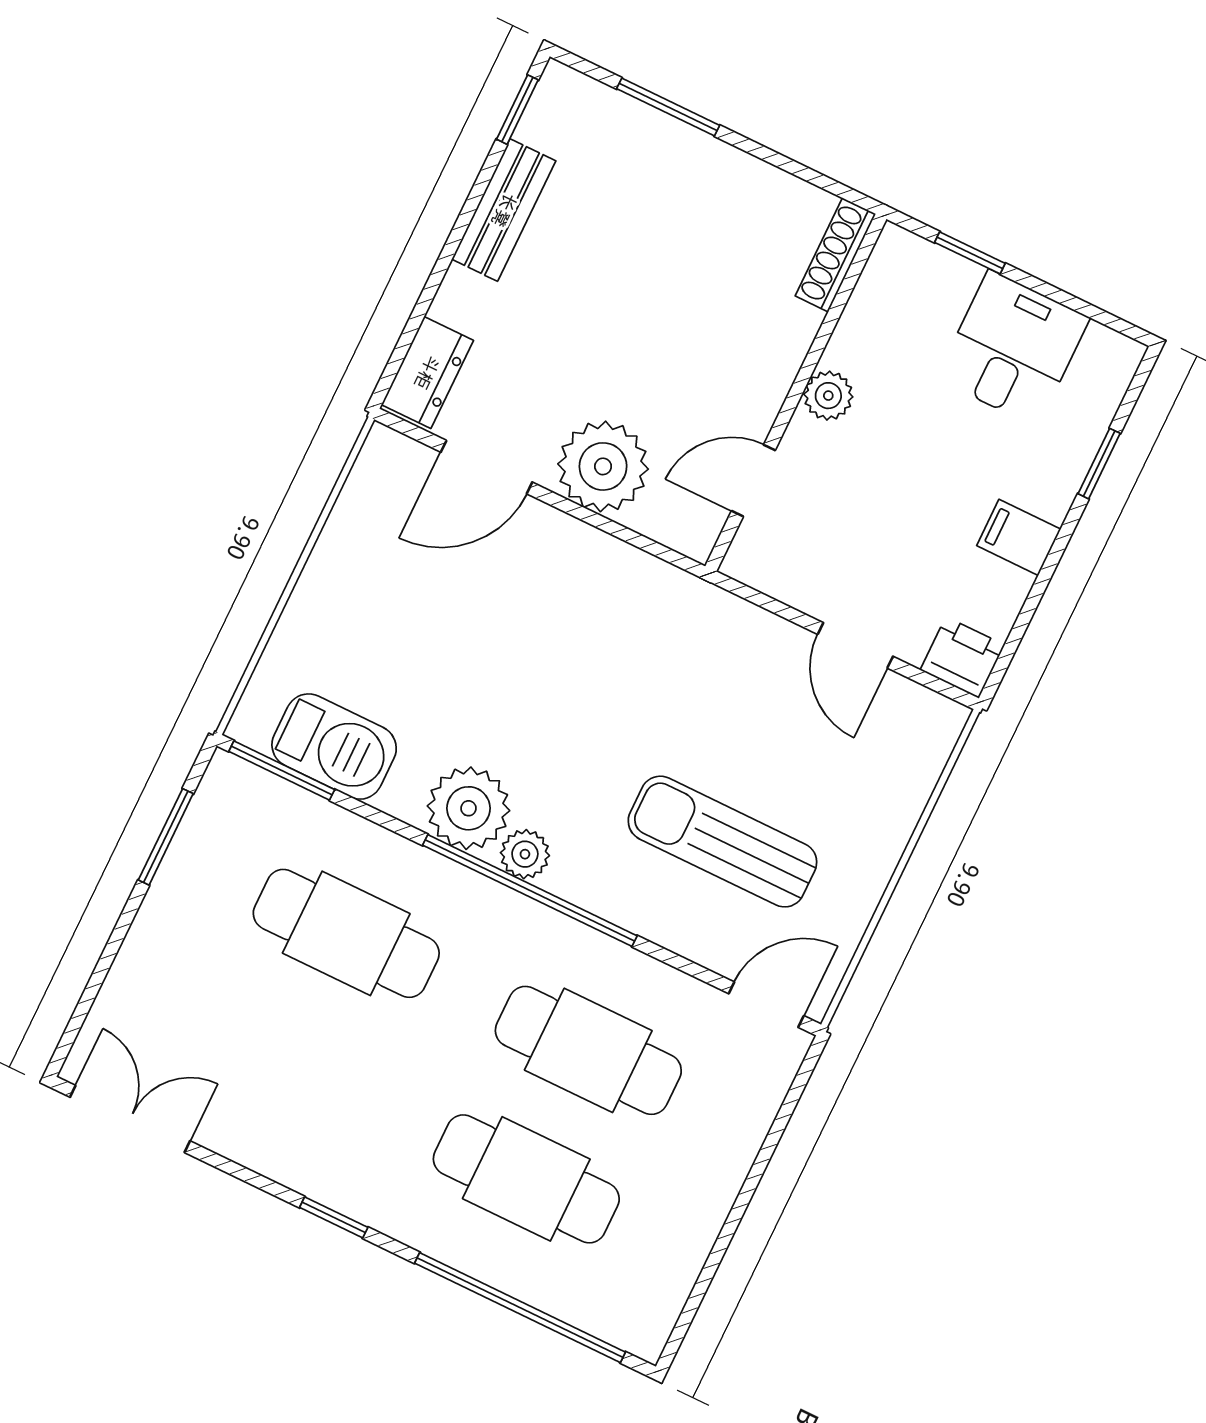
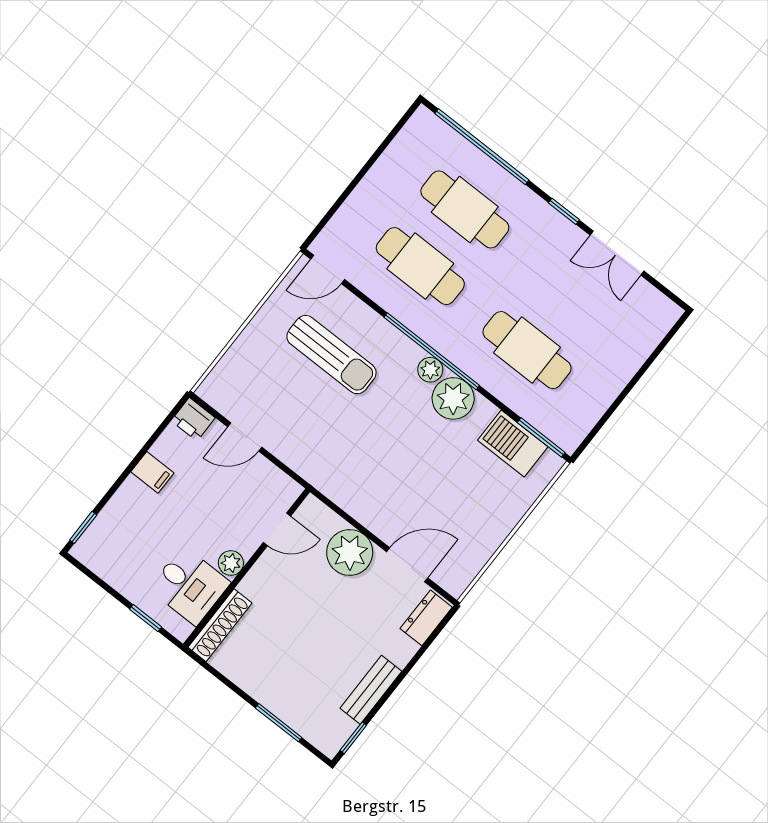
shoe rack: (835, 255) -> (220, 625), width x1.36, depth x1.24
desk: (1013, 348) -> (189, 586), moved, turned -90
window: (1099, 464) -> (83, 527), moved
door: (855, 645) -> (245, 437), swing flipped
window: (166, 837) -> (606, 417), removed
double door: (130, 1119) -> (617, 253), moved

